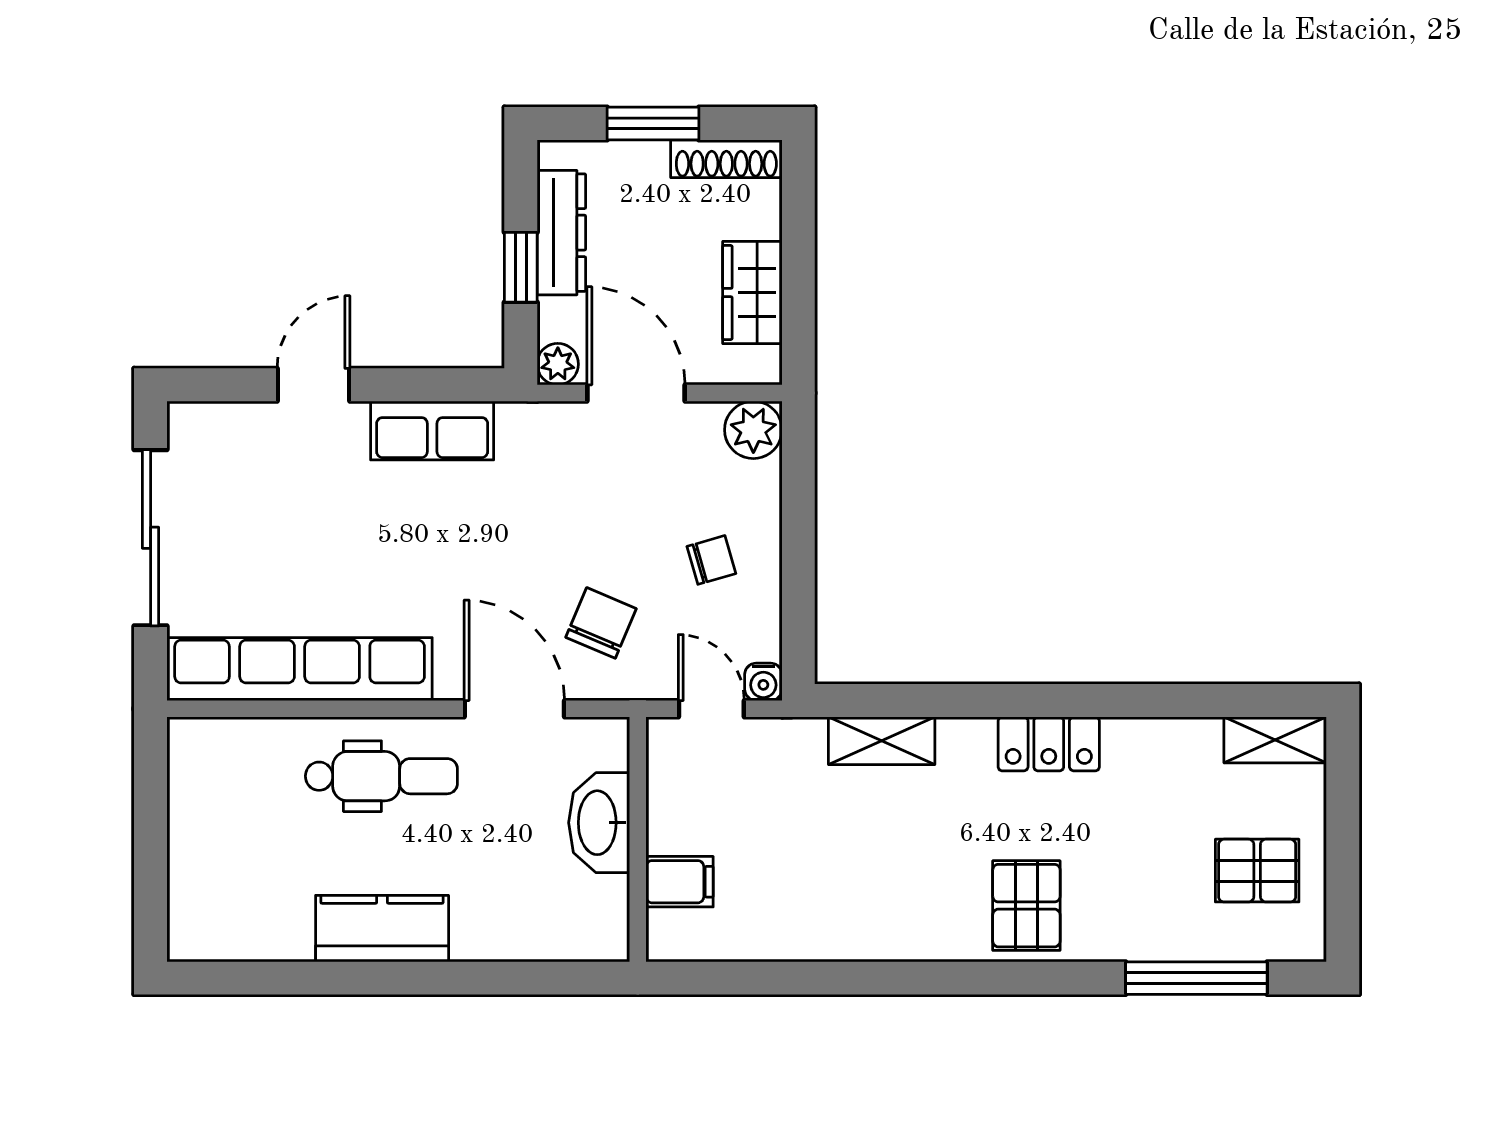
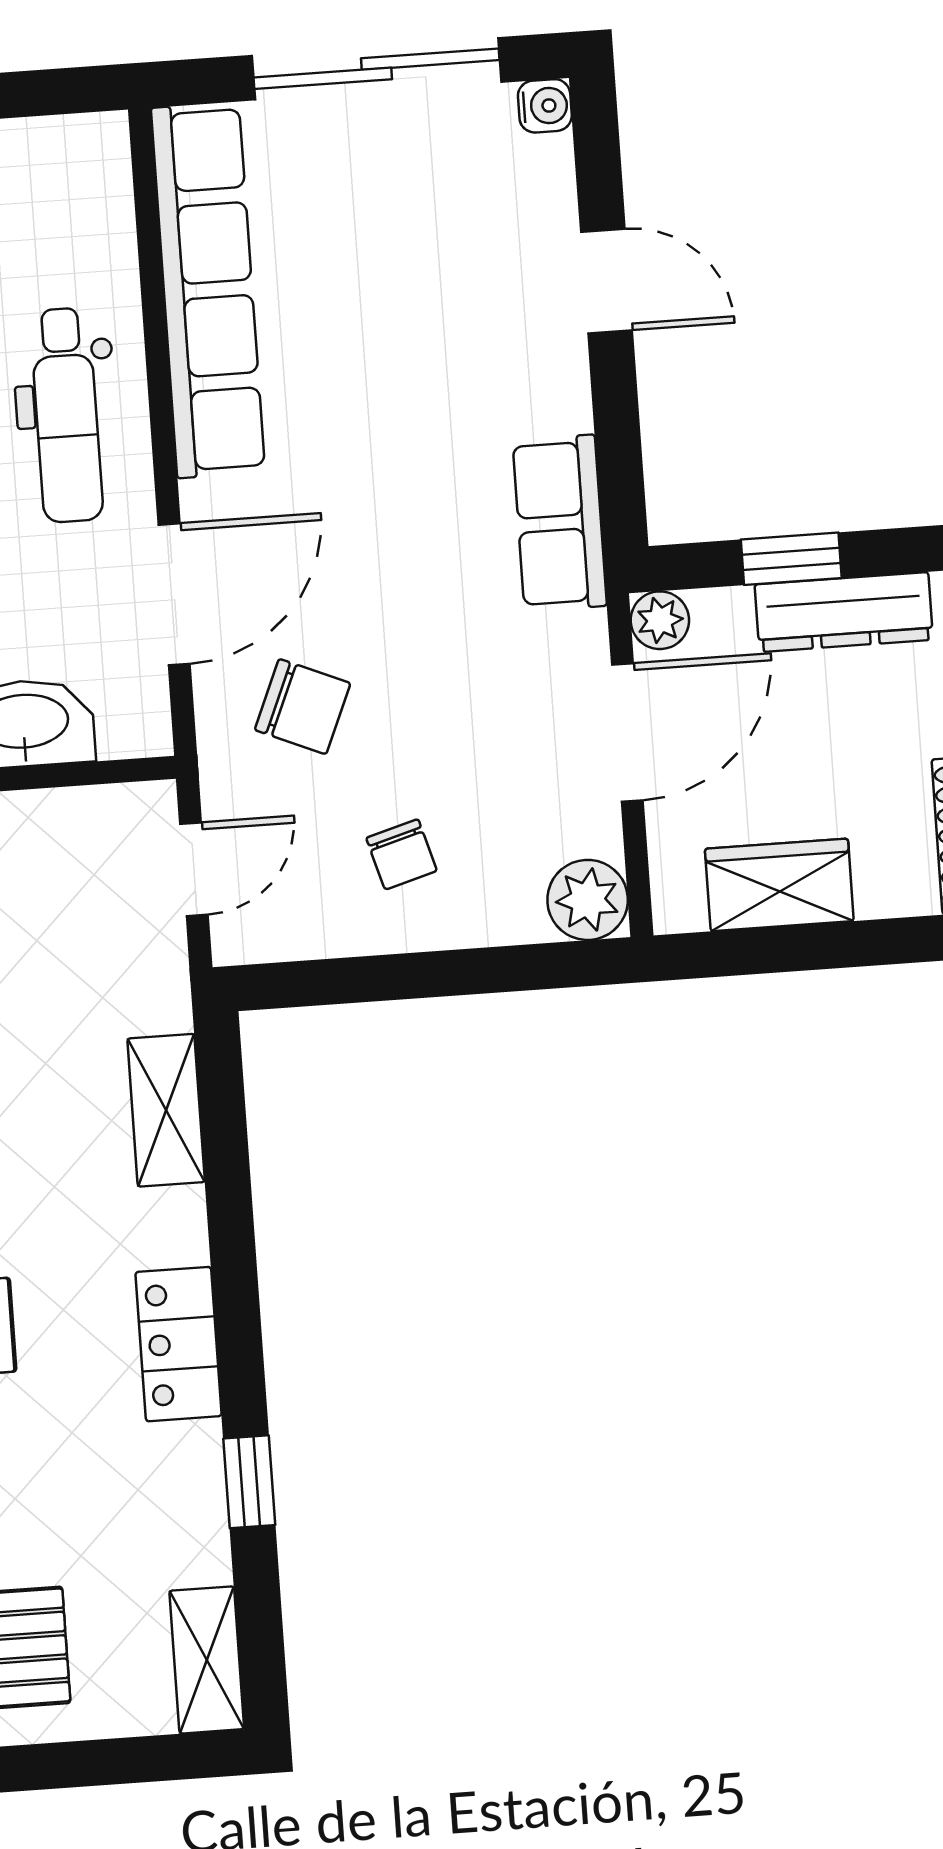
row of seats: (432, 431) -> (560, 523), moved
water cooler: (763, 682) -> (545, 106), moved, turned 180
window: (1150, 701) -> (249, 1482), added

